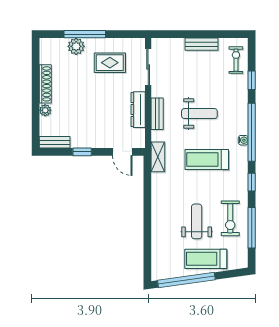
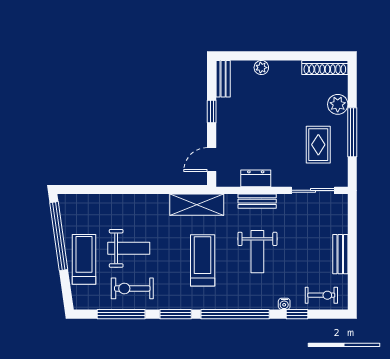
window: (85, 34) -> (352, 132), moved
shoe rack: (45, 84) -> (325, 67), moved
dresser: (138, 110) -> (256, 178), width x0.70
water cooler: (243, 140) -> (284, 304), moved
shelving: (158, 157) -> (197, 205), width x1.50, depth x1.33
window: (252, 182) -> (176, 314), width x1.50

